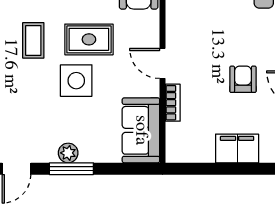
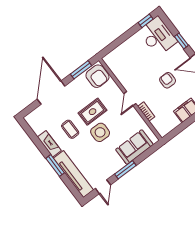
door: (163, 63) -> (130, 99), hinge flipped
sofa: (141, 130) -> (134, 147), moved, turned 90
plant: (68, 153) -> (119, 164), removed

